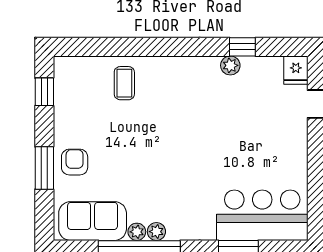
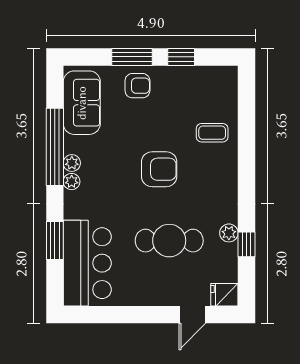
window: (44, 92) -> (181, 57), moved
cafe table: (238, 129) -> (169, 241), added
armchair: (163, 139) -> (159, 169), added
plant: (137, 232) -> (72, 182), moved

